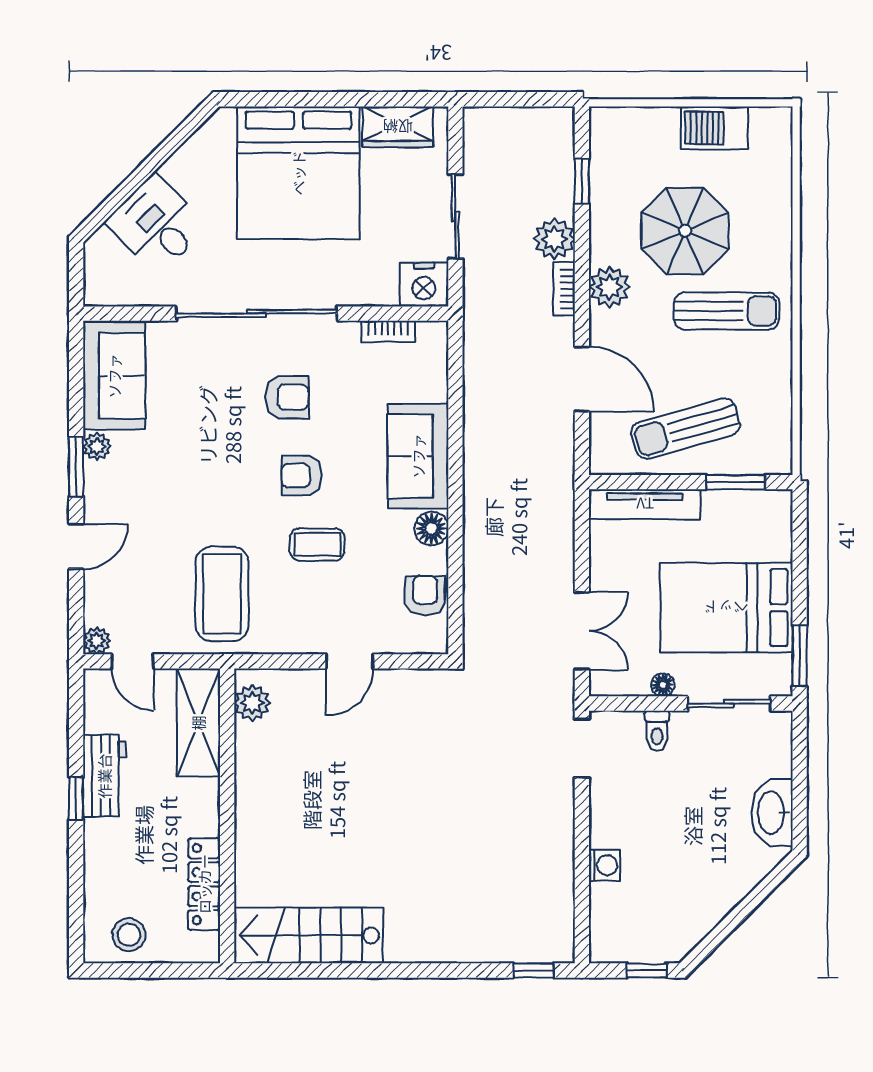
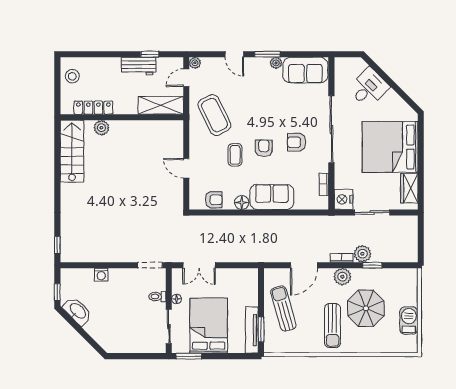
window: (582, 181) -> (372, 265), moved
armchair: (287, 397) -> (297, 142), turned 90
tv unit: (645, 504) -> (252, 330), moved
coffee table: (222, 594) -> (214, 115), turned 64
plant: (252, 703) -> (101, 128), moved
window: (76, 798) -> (150, 54), moved
washbasin: (772, 813) -> (78, 311), moved, turned 45

